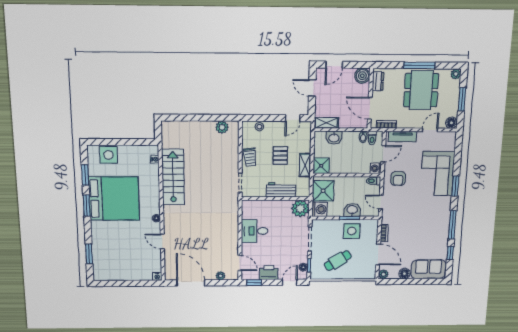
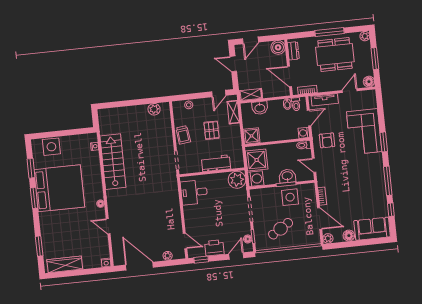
dining table: (421, 90) -> (335, 54), turned 90
shelving: (305, 165) -> (233, 112), moved
desk: (255, 231) -> (194, 192), moved
wardrobe: (115, 274) -> (65, 264), added

